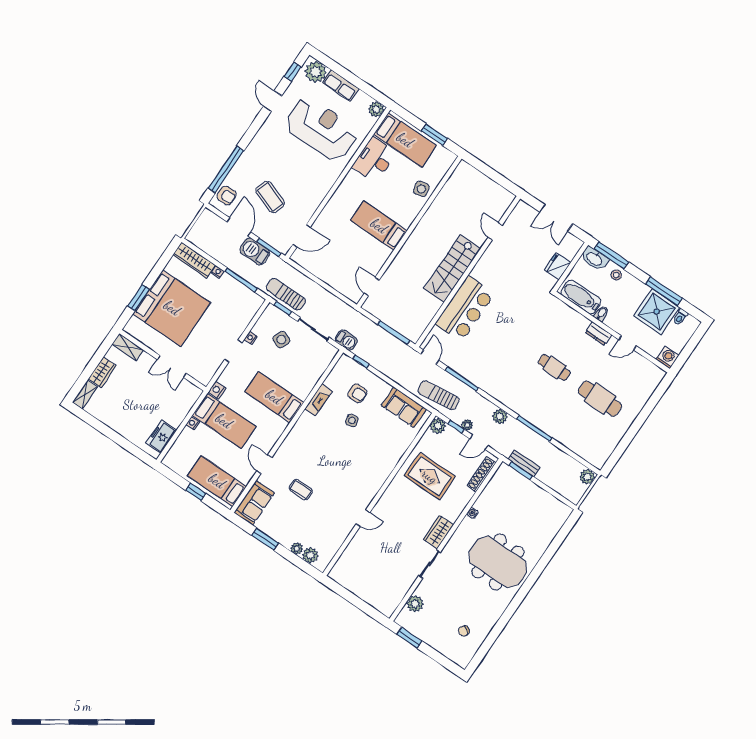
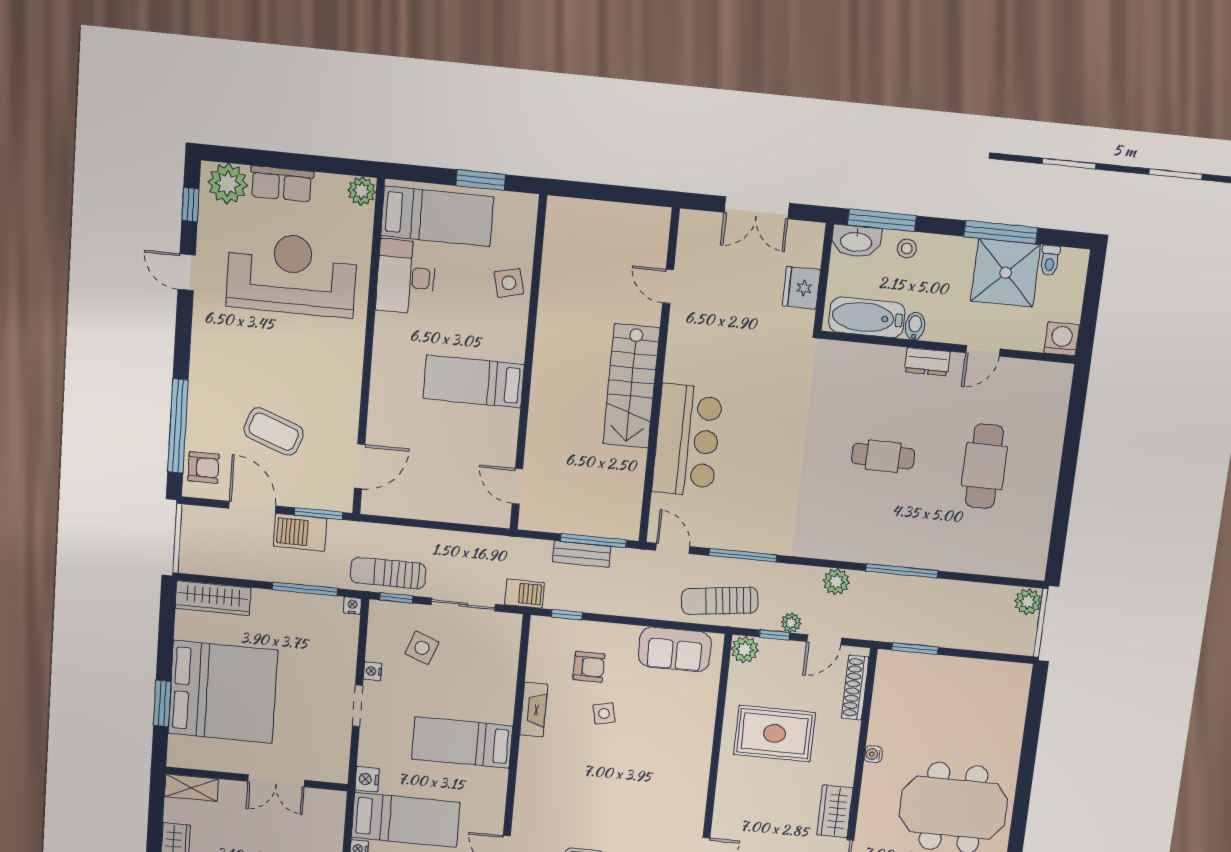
nightstand: (218, 272) -> (352, 606), moved
cafe table: (600, 399) -> (984, 466), turned 90
bench: (524, 463) -> (582, 554), moved

